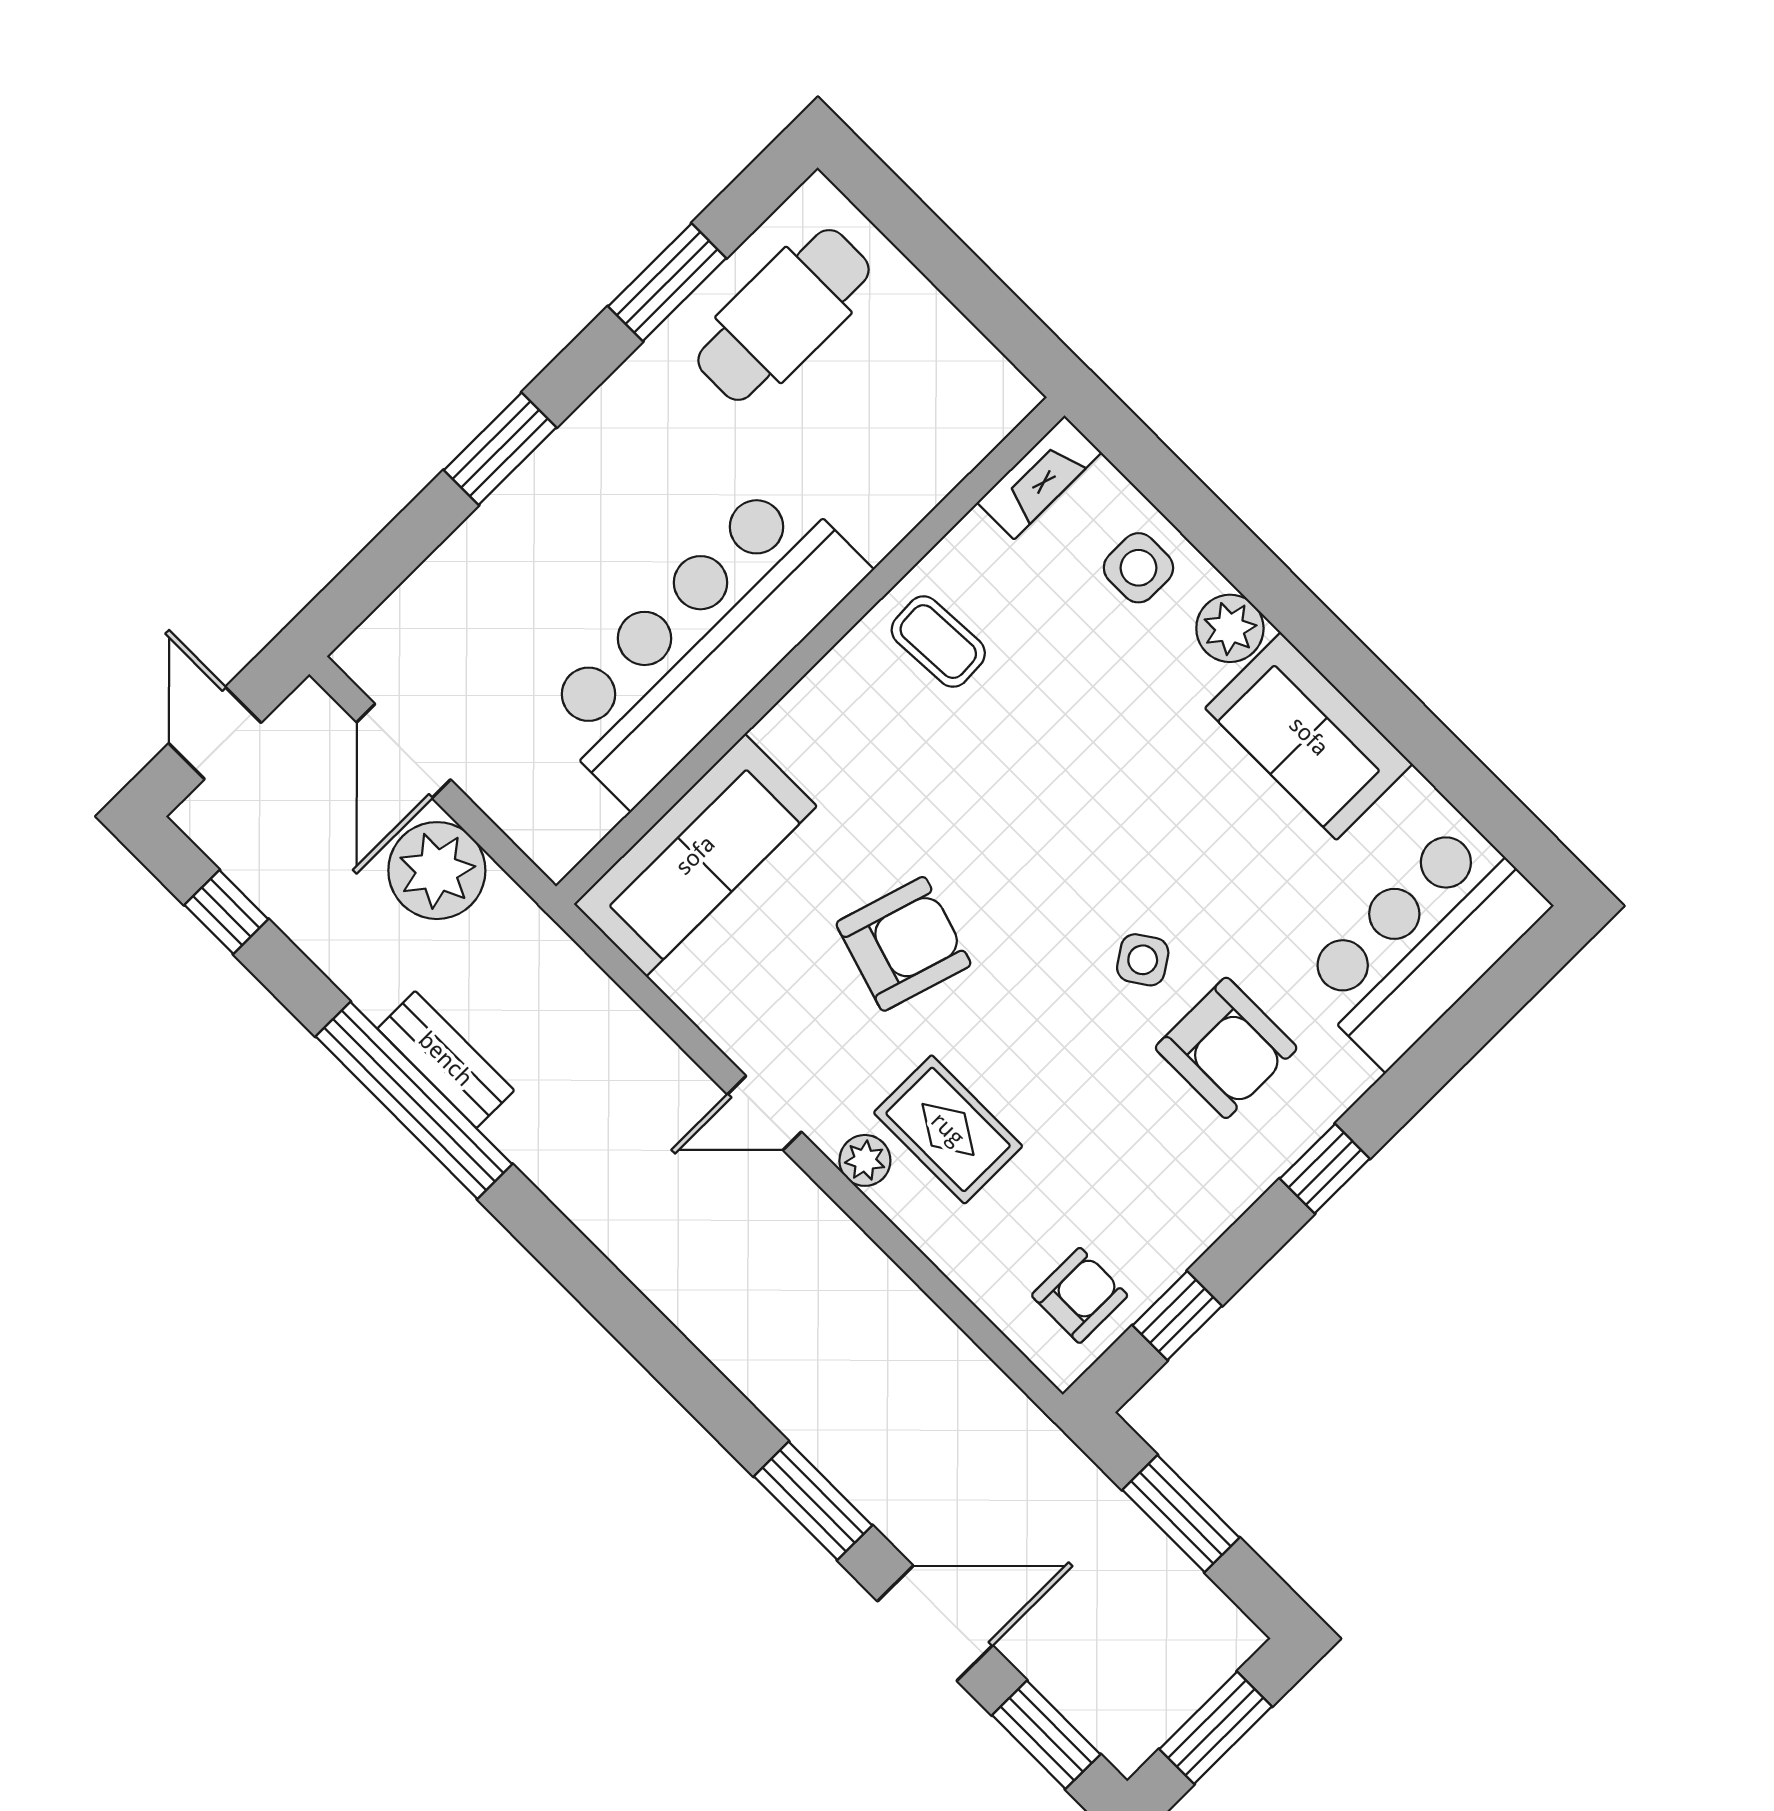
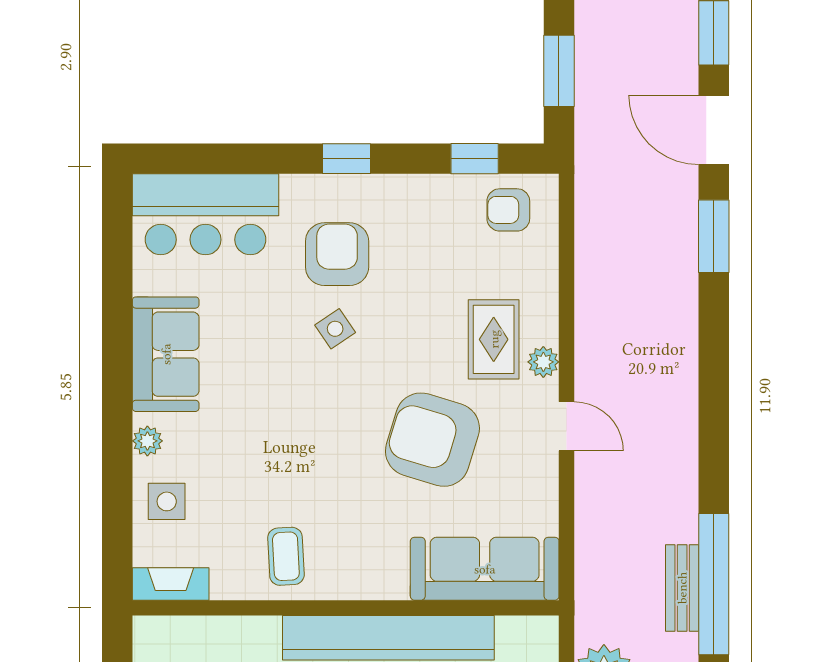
plant: (1230, 628) -> (147, 441), width x0.73, depth x0.73
armchair: (903, 944) -> (432, 440), width x1.36, depth x1.36

